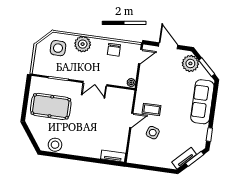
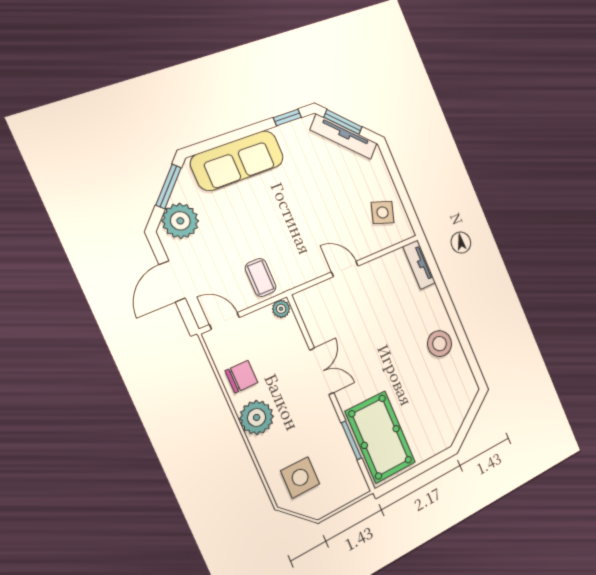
plant: (83, 44) -> (257, 417), moved
pool table: (51, 106) -> (380, 437), moved
coffee table: (152, 109) -> (261, 277), moved
side table: (153, 133) -> (383, 212), moved
stool: (55, 145) -> (440, 344), moved
tv unit: (184, 158) -> (344, 137), width x1.41

